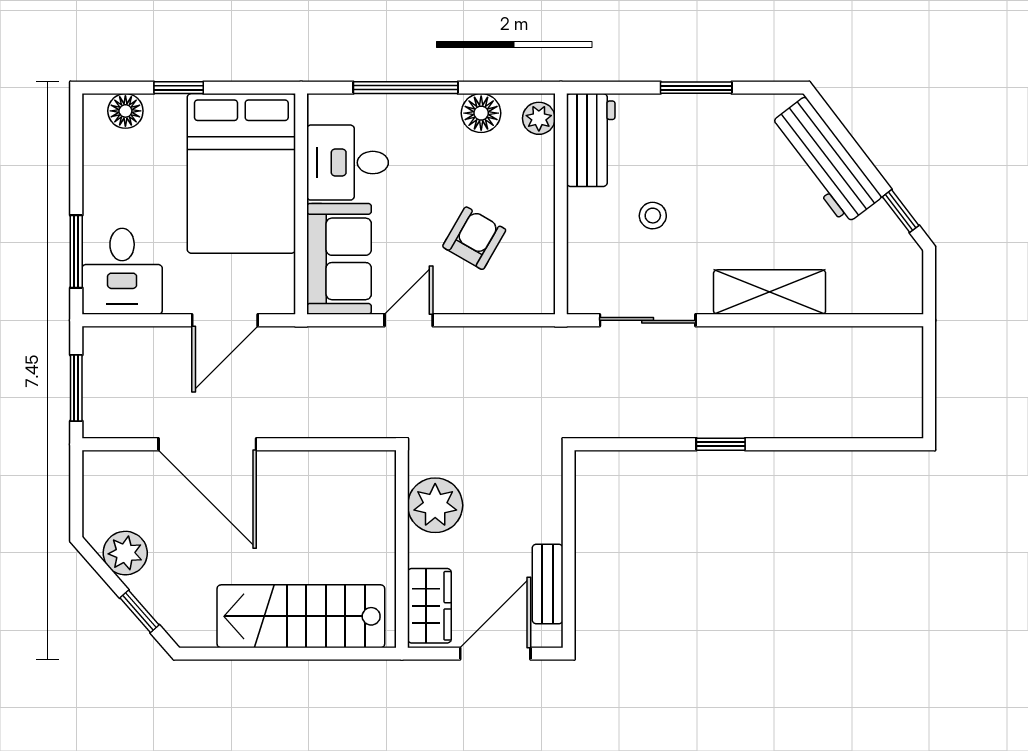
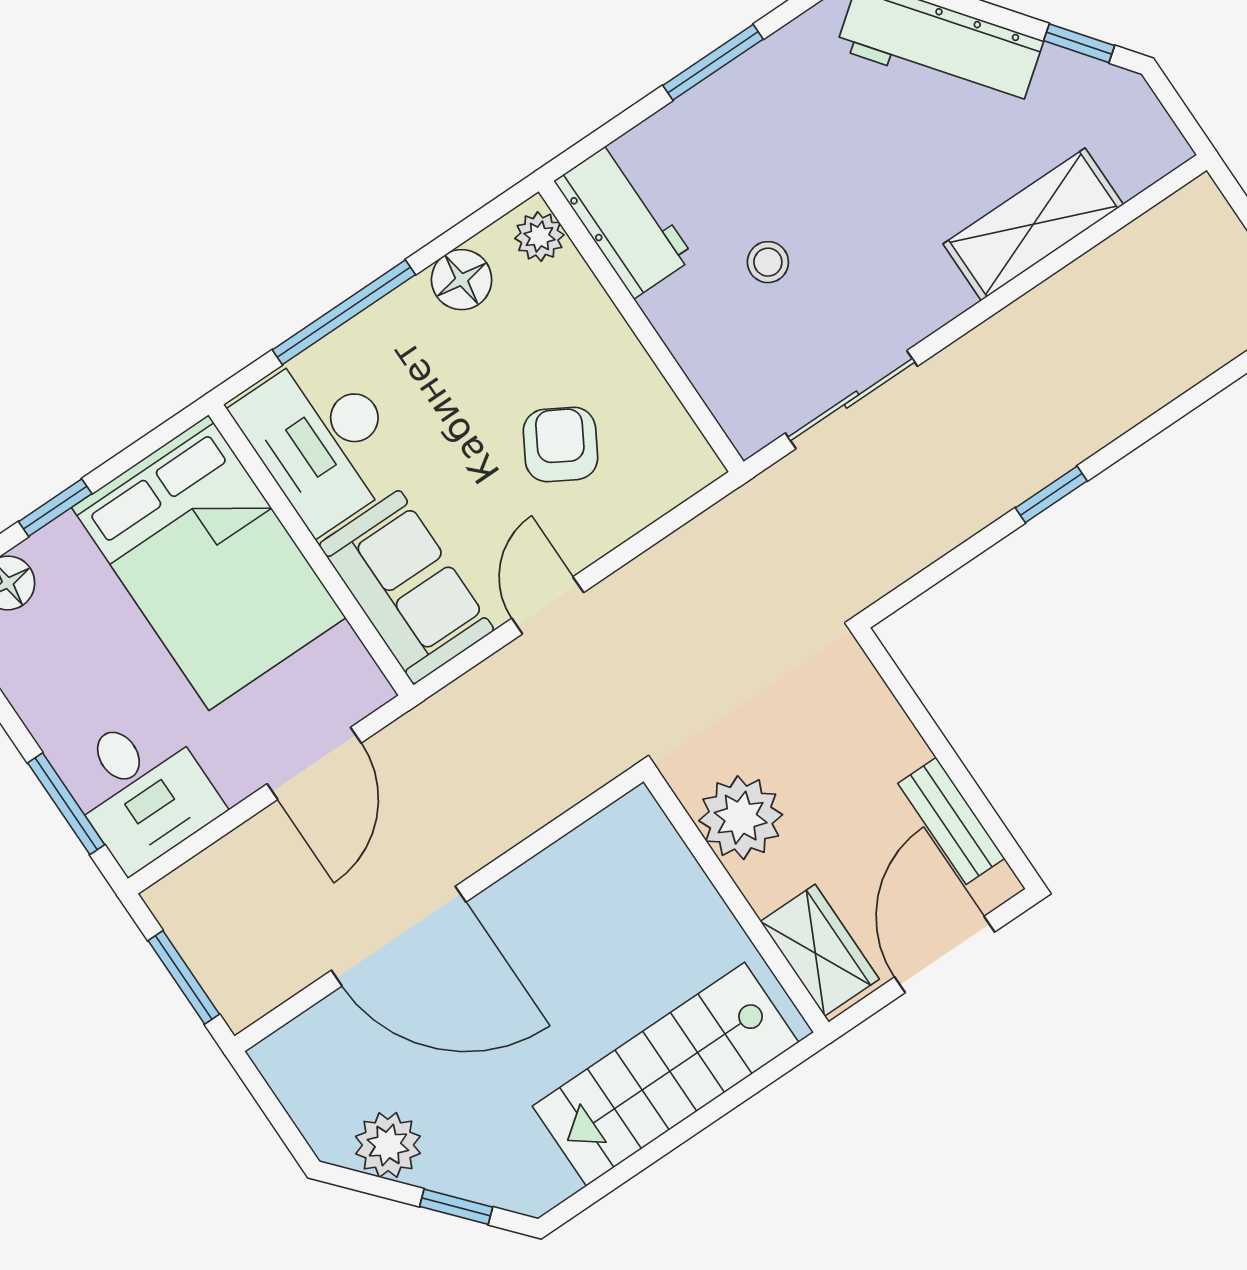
desk: (348, 163) -> (322, 439), width x1.37
shelving: (770, 292) -> (1033, 224), moved

